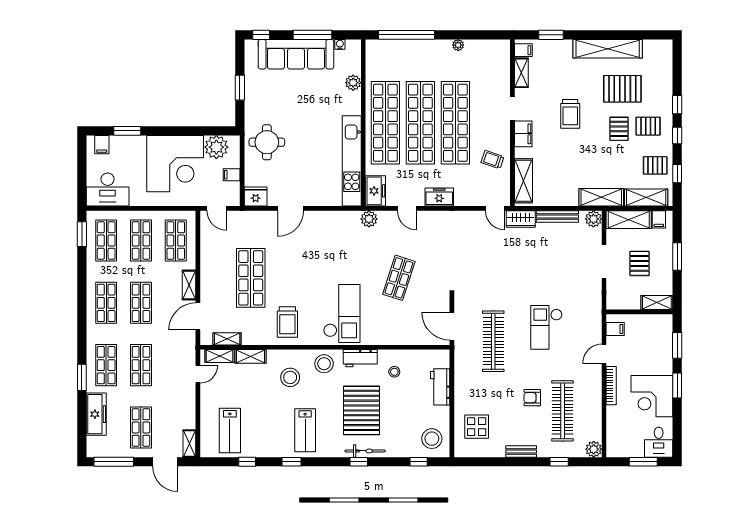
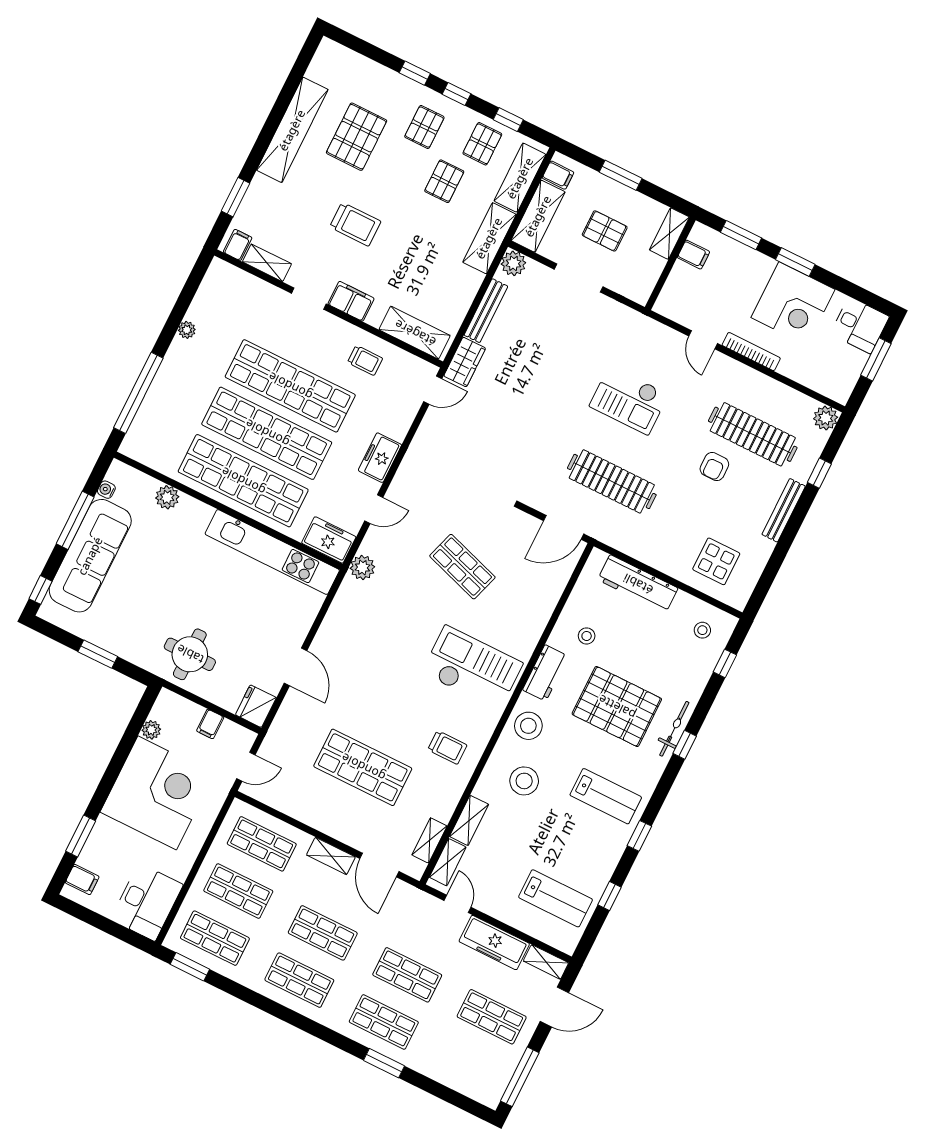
pallet: (619, 129) -> (444, 181), moved, turned 90
plant: (216, 147) -> (151, 730), width x0.53, depth x0.53
trolley: (492, 160) -> (365, 360), turned -108
trolley: (287, 322) -> (447, 747), width x0.73, depth x0.72
filing cabinet: (615, 329) -> (693, 255), moved, turned 90
workbench: (440, 387) -> (638, 584), width x1.38
freezer: (96, 414) -> (494, 943), moved, turned 180
stool: (432, 439) -> (702, 630), width x0.53, depth x0.53
bench: (521, 451) -> (784, 510), width x1.36

